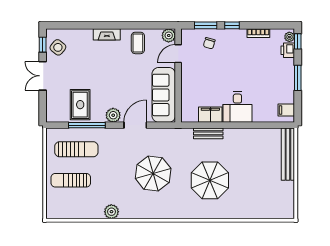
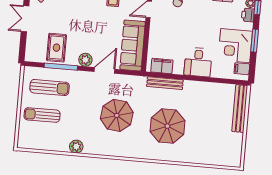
corner desk: (277, 85) -> (235, 46), added
filing cabinet: (210, 115) -> (162, 66), moved
bench: (208, 133) -> (165, 83), width x1.36

